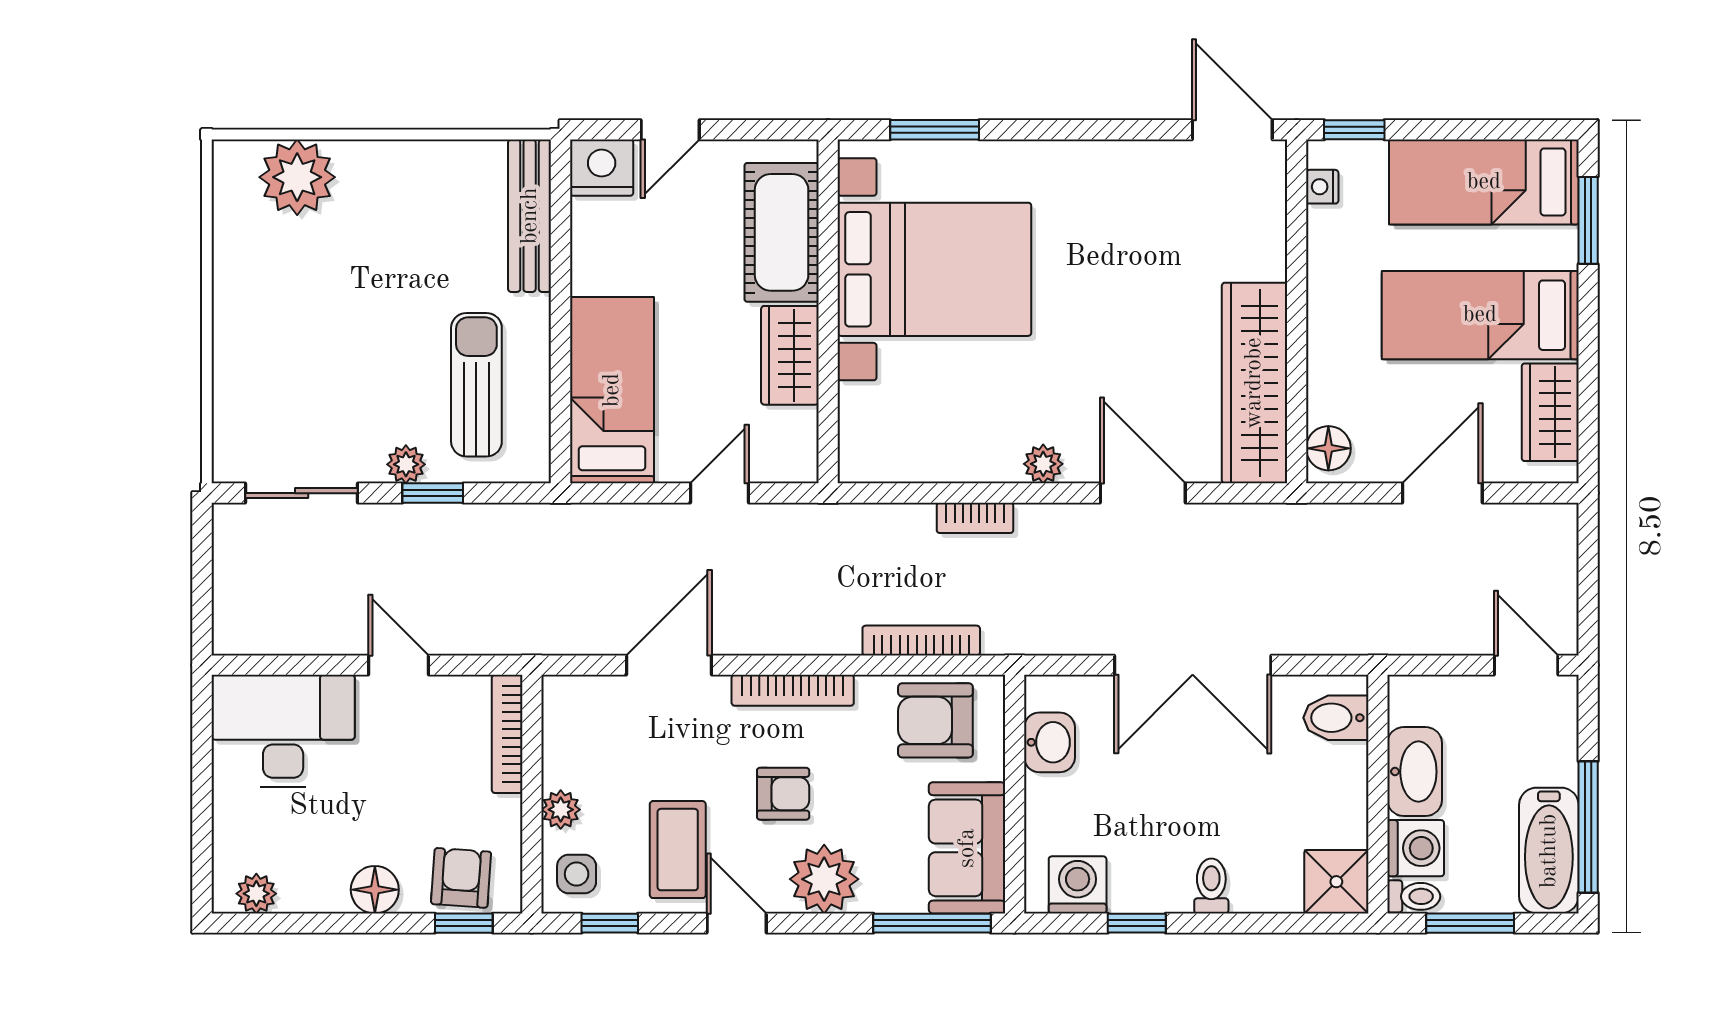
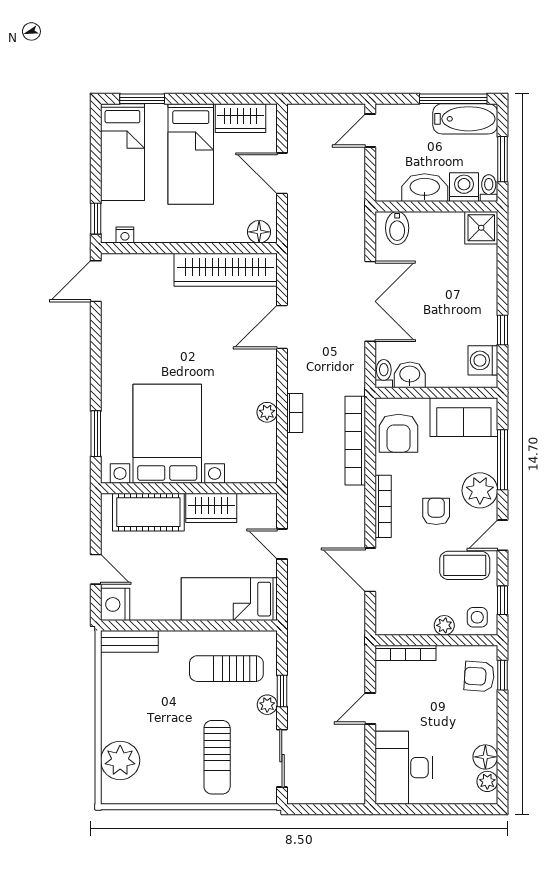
bench: (530, 216) -> (129, 641), width x0.73
sun lounger: (303, 366) -> (217, 757), added
plant: (1043, 464) -> (267, 412), moved
bookcase: (921, 641) -> (355, 441), width x1.48, depth x1.31
toilet: (1211, 886) -> (384, 374), moved, turned 90
floor lamp: (375, 890) -> (485, 757), moved
window: (932, 923) -> (502, 460), moved

